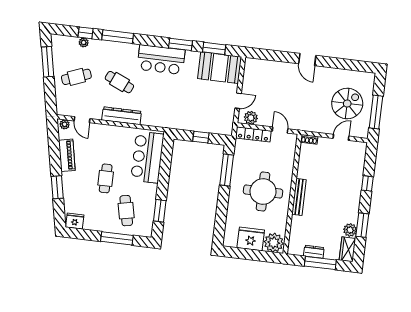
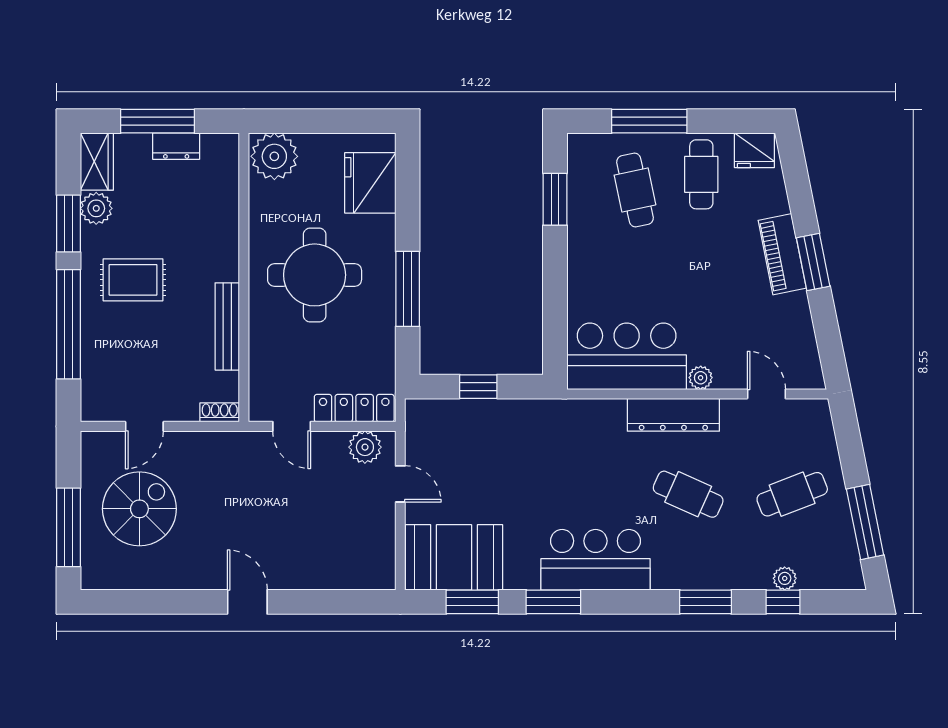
window: (118, 37) -> (705, 602), width x0.69
door: (238, 101) -> (400, 484), swing flipped
spiral stairs: (347, 103) -> (139, 509), turned 180
window: (376, 112) -> (68, 527), moved
plant: (65, 124) -> (701, 378), moved
piano: (67, 155) -> (782, 254), moved
bar counter: (147, 157) -> (627, 356), moved, turned -90
window: (227, 170) -> (408, 289), moved
cafe table: (106, 178) -> (701, 174), moved
window: (367, 183) -> (68, 324), width x3.17
window: (57, 187) -> (813, 262), moved
bench: (299, 197) -> (227, 326), moved
rug: (338, 199) -> (133, 280), added
fridge: (251, 239) -> (370, 183), moved, turned 90

